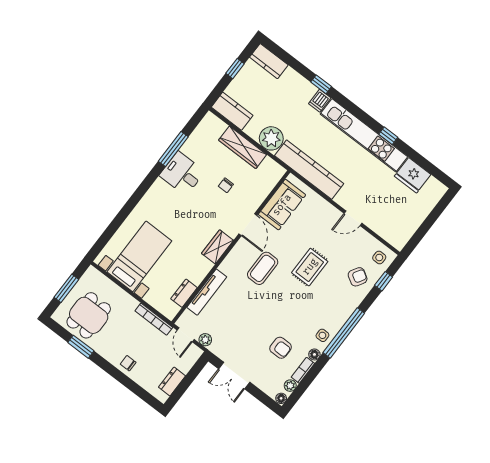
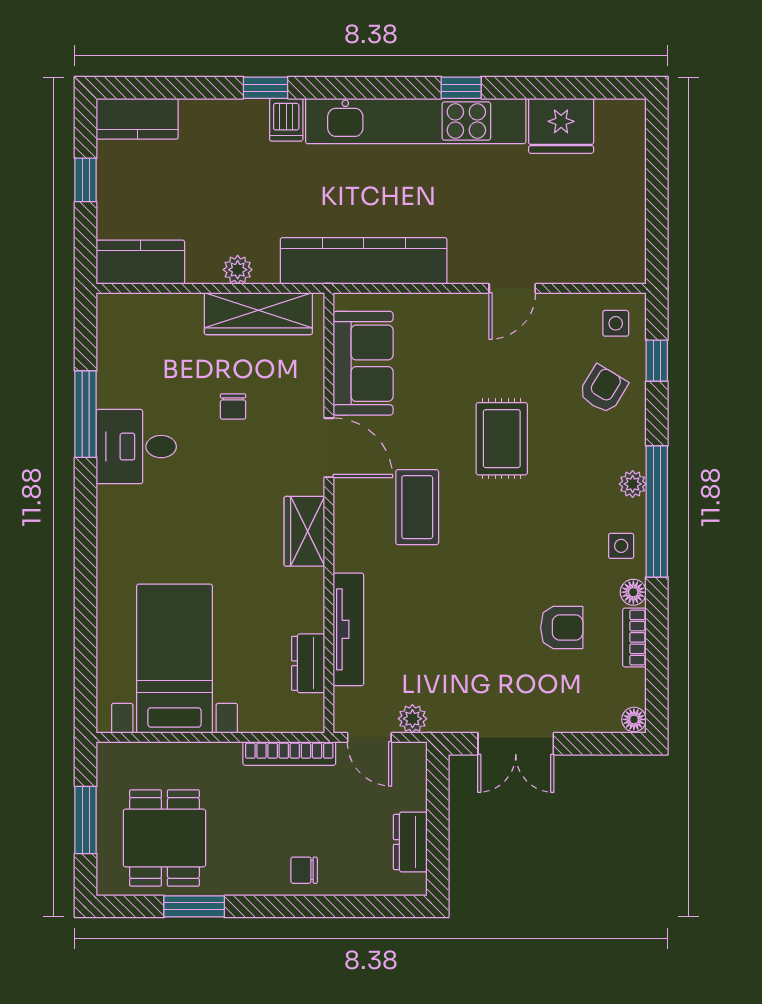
plant: (271, 138) -> (238, 270), width x0.53, depth x0.53
wardrobe: (243, 147) -> (258, 314), moved
plant: (290, 386) -> (633, 484), moved

